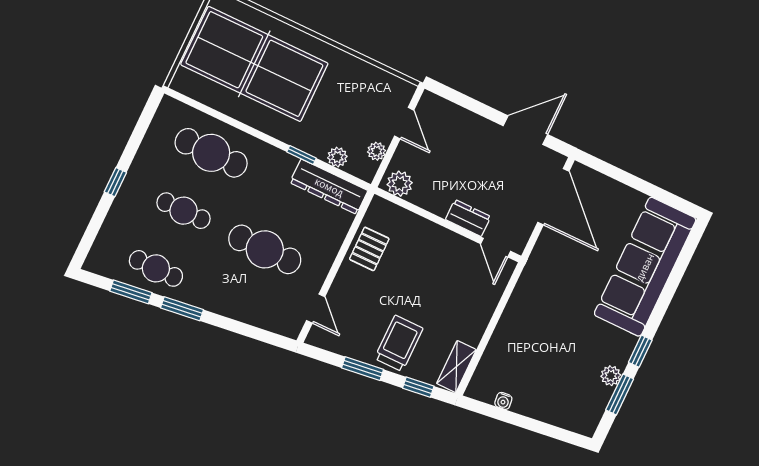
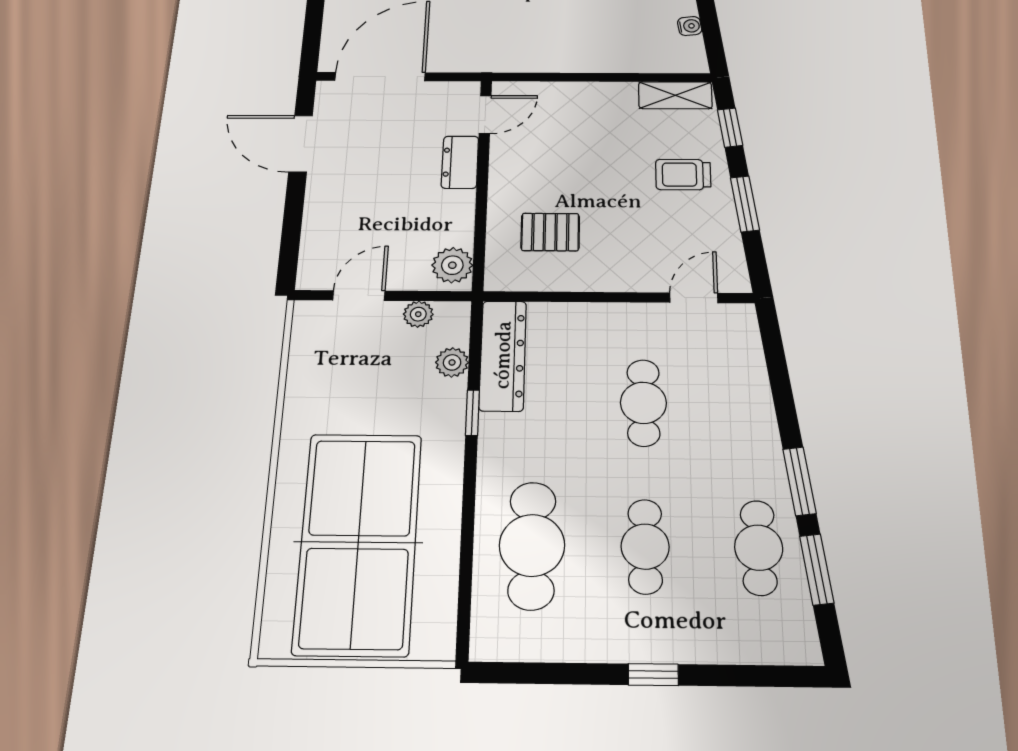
cafe table: (265, 249) -> (643, 403), width x0.73, depth x0.74
pallet: (369, 249) -> (550, 232), moved
trolley: (399, 343) -> (683, 175), width x0.73, depth x0.72

